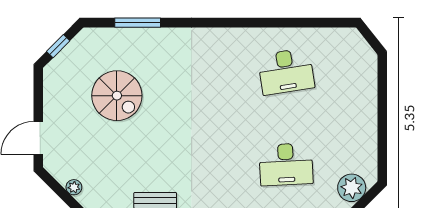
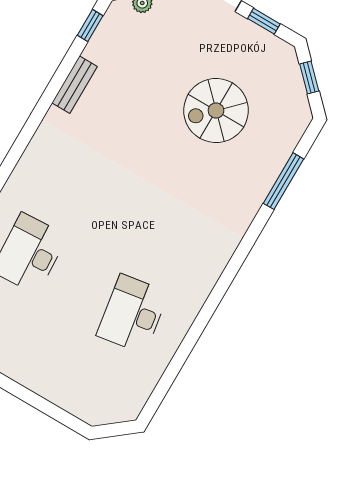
window: (38, 99) -> (264, 21), added

